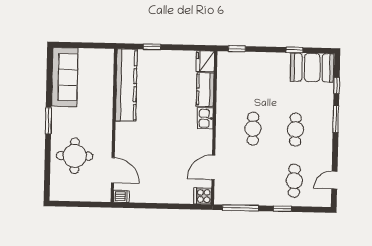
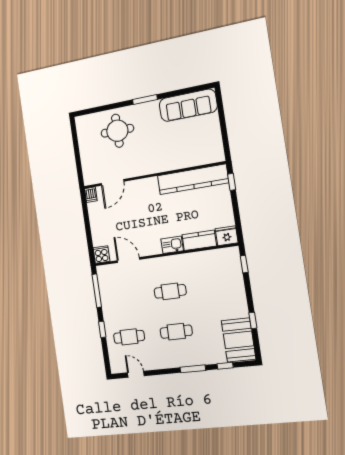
kitchen counter: (126, 85) -> (193, 179), moved
wall: (114, 125) -> (153, 175), moved
door: (113, 170) -> (113, 182), moved
dishwasher: (121, 196) -> (91, 195), moved

